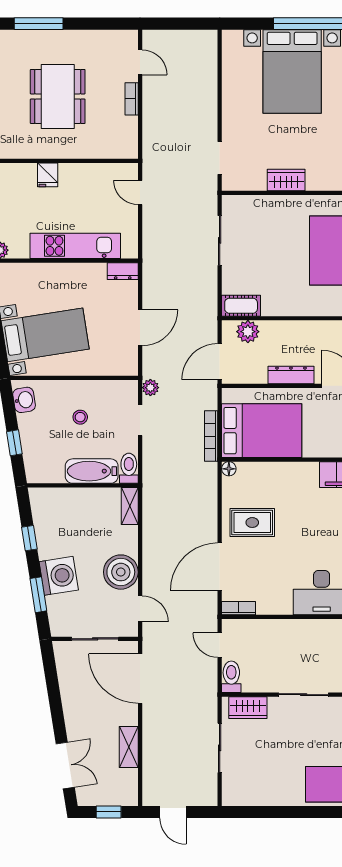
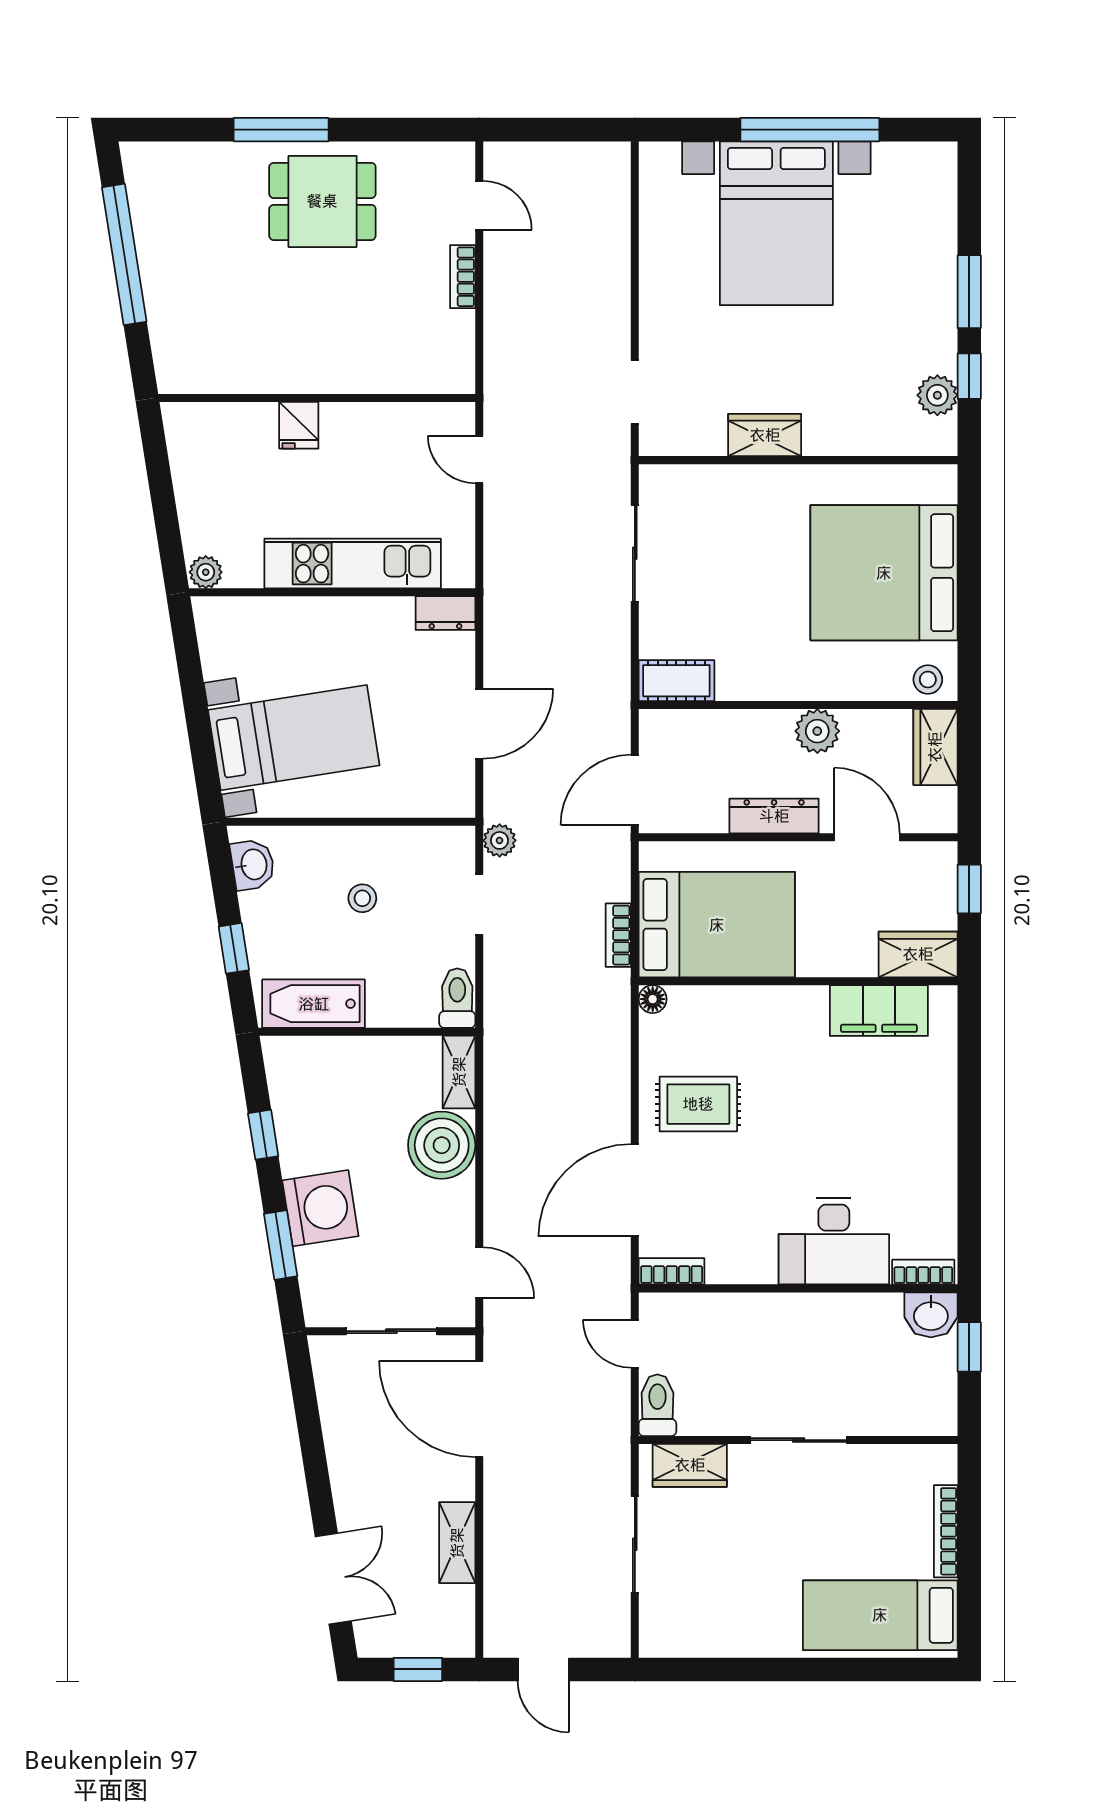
dining table: (58, 96) -> (322, 201), moved, width x0.73
plant: (248, 332) -> (817, 731), moved
bookcase: (211, 436) -> (618, 935), width x0.64
bathtub: (92, 471) -> (314, 1004), moved
boiler: (121, 572) -> (442, 1145), moved

